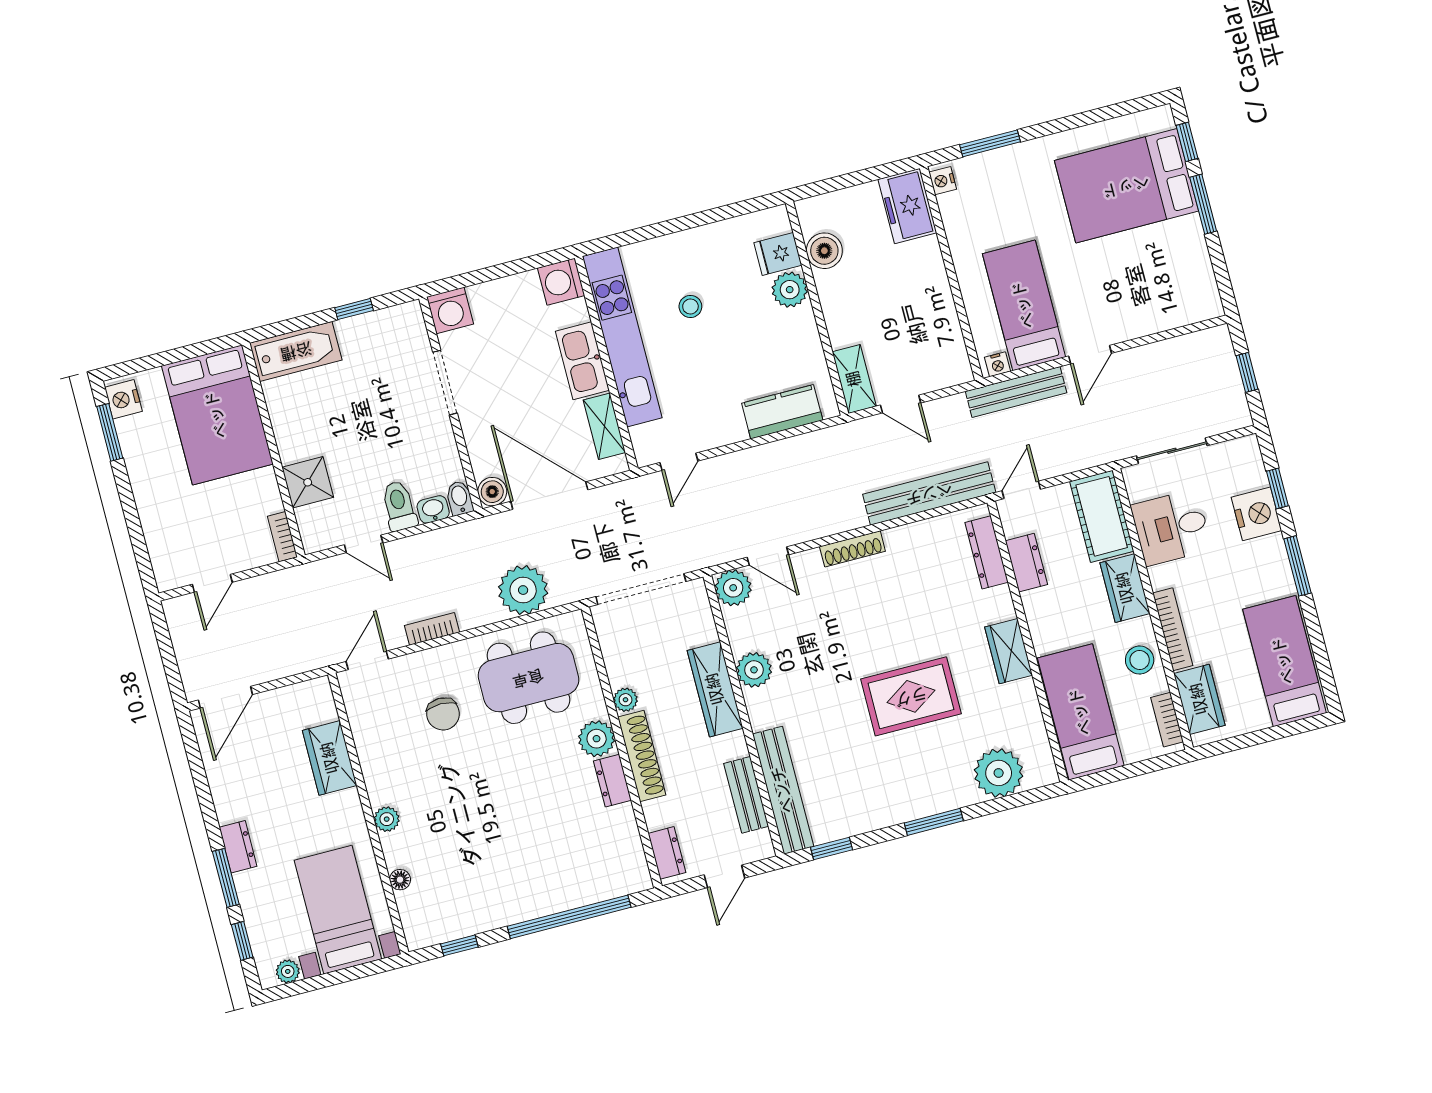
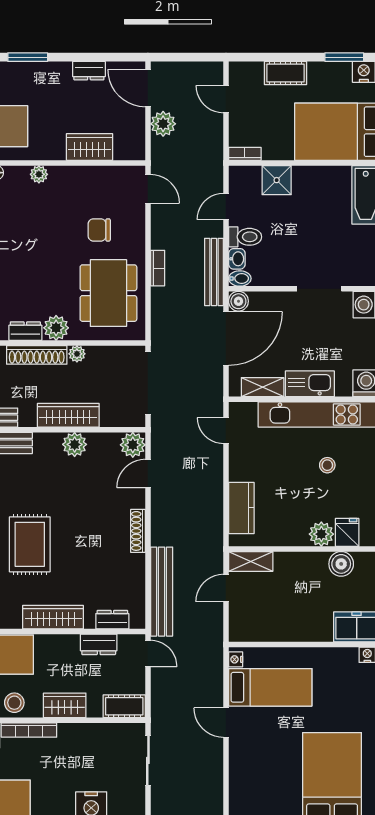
bench: (1016, 392) -> (214, 272), moved
cot: (154, 509) -> (286, 73), added
cot: (1102, 516) -> (124, 706), width x0.73, depth x0.75
desk: (1171, 527) -> (97, 747), removed
dresser: (987, 552) -> (112, 620), width x0.70
plant: (523, 590) -> (163, 124), moved, width x0.73, depth x0.73
bookcase: (432, 629) -> (158, 268), moved
wardrobe: (1009, 651) -> (53, 617), width x1.50
dresser: (238, 847) -> (89, 71), moved

